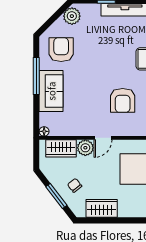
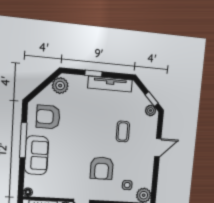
armchair: (61, 50) -> (48, 117), turned -90

